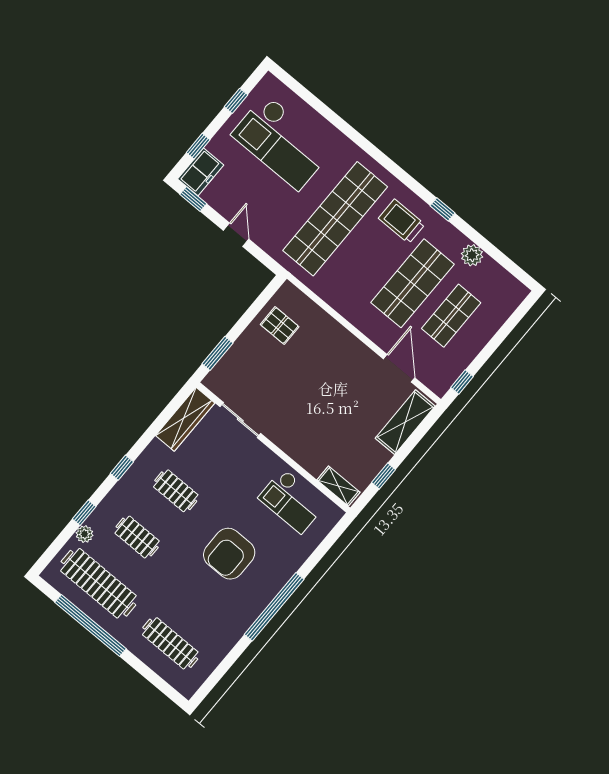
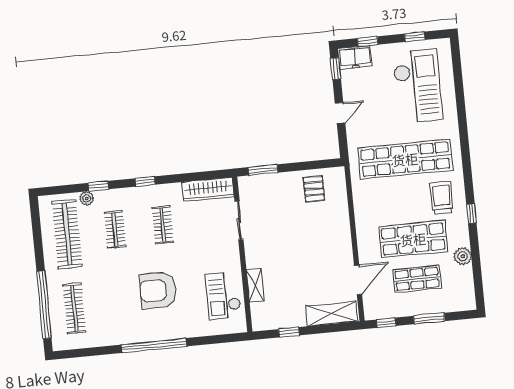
checkout: (282, 142) -> (418, 86), turned 180
window: (497, 340) -> (429, 319), added
shelving: (338, 486) -> (255, 285), moved
window: (91, 626) -> (44, 305), moved

